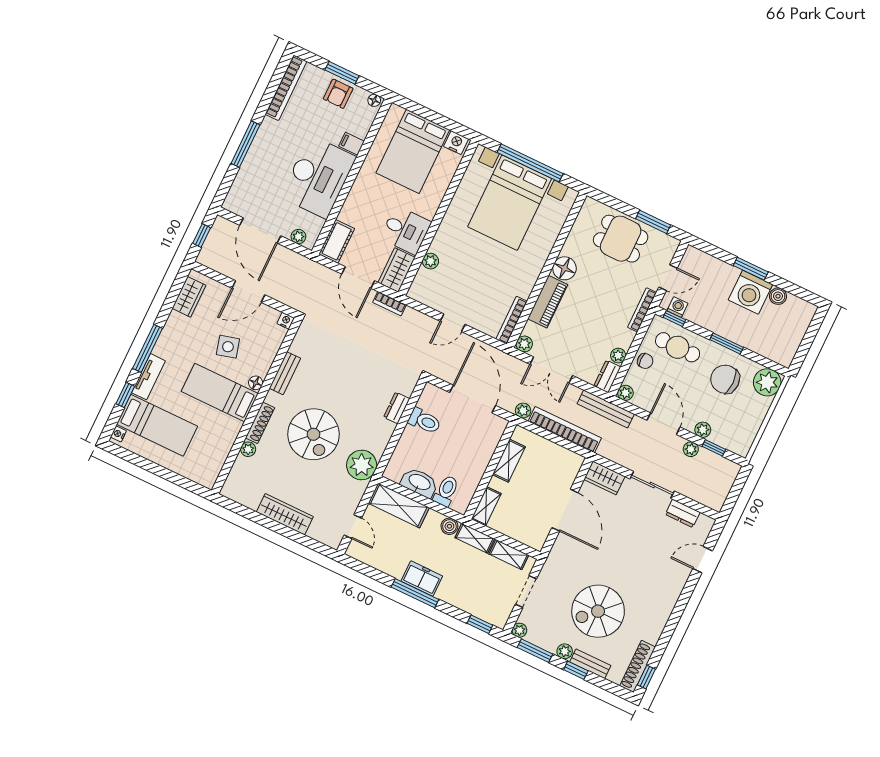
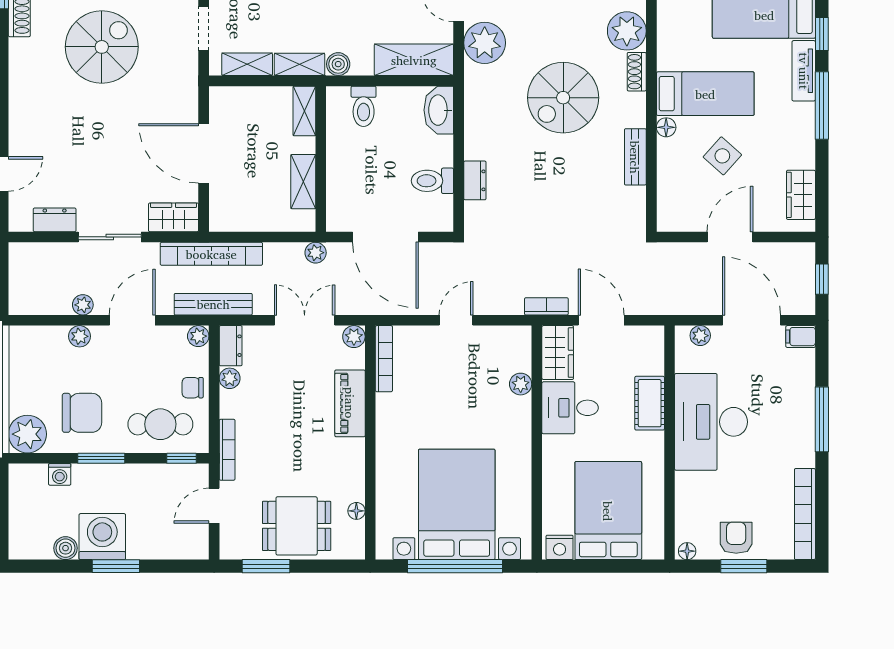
filing cabinet: (352, 144) -> (801, 337), moved, turned 180
cot: (337, 241) -> (650, 403), moved
floor lamp: (564, 268) -> (356, 511), moved, width x0.53, depth x0.53
washing machine: (677, 307) -> (60, 474), moved
nightstand: (286, 321) -> (666, 223), removed
side table: (228, 347) -> (722, 156), turned -33
shoe rack: (260, 423) -> (637, 72), width x0.70
door: (663, 424) -> (132, 320), swing flipped
bookcase: (565, 430) -> (211, 254), moved
spiral stairs: (313, 434) -> (563, 98), turned -90
window: (714, 448) -> (55, 320), removed
plant: (248, 449) -> (627, 31), width x1.88, depth x1.88
plant: (362, 465) -> (485, 43), moved
washbasin: (419, 483) -> (439, 110), moved, turned 90

